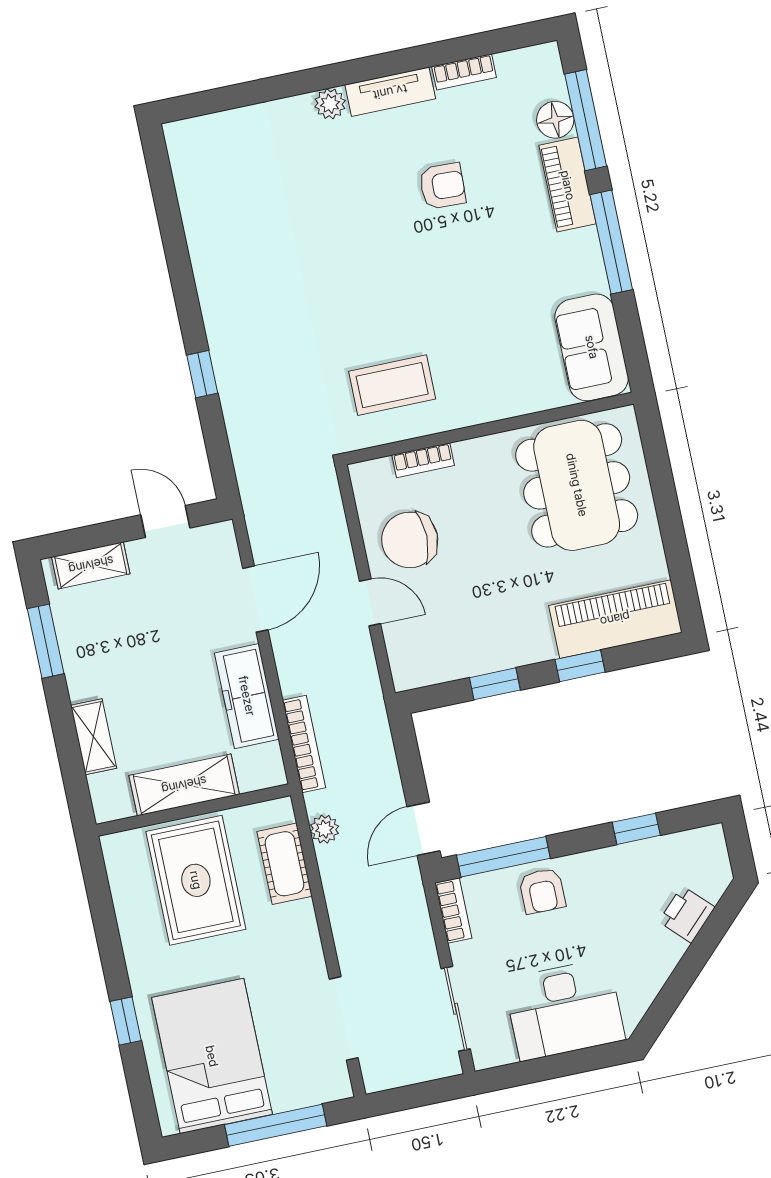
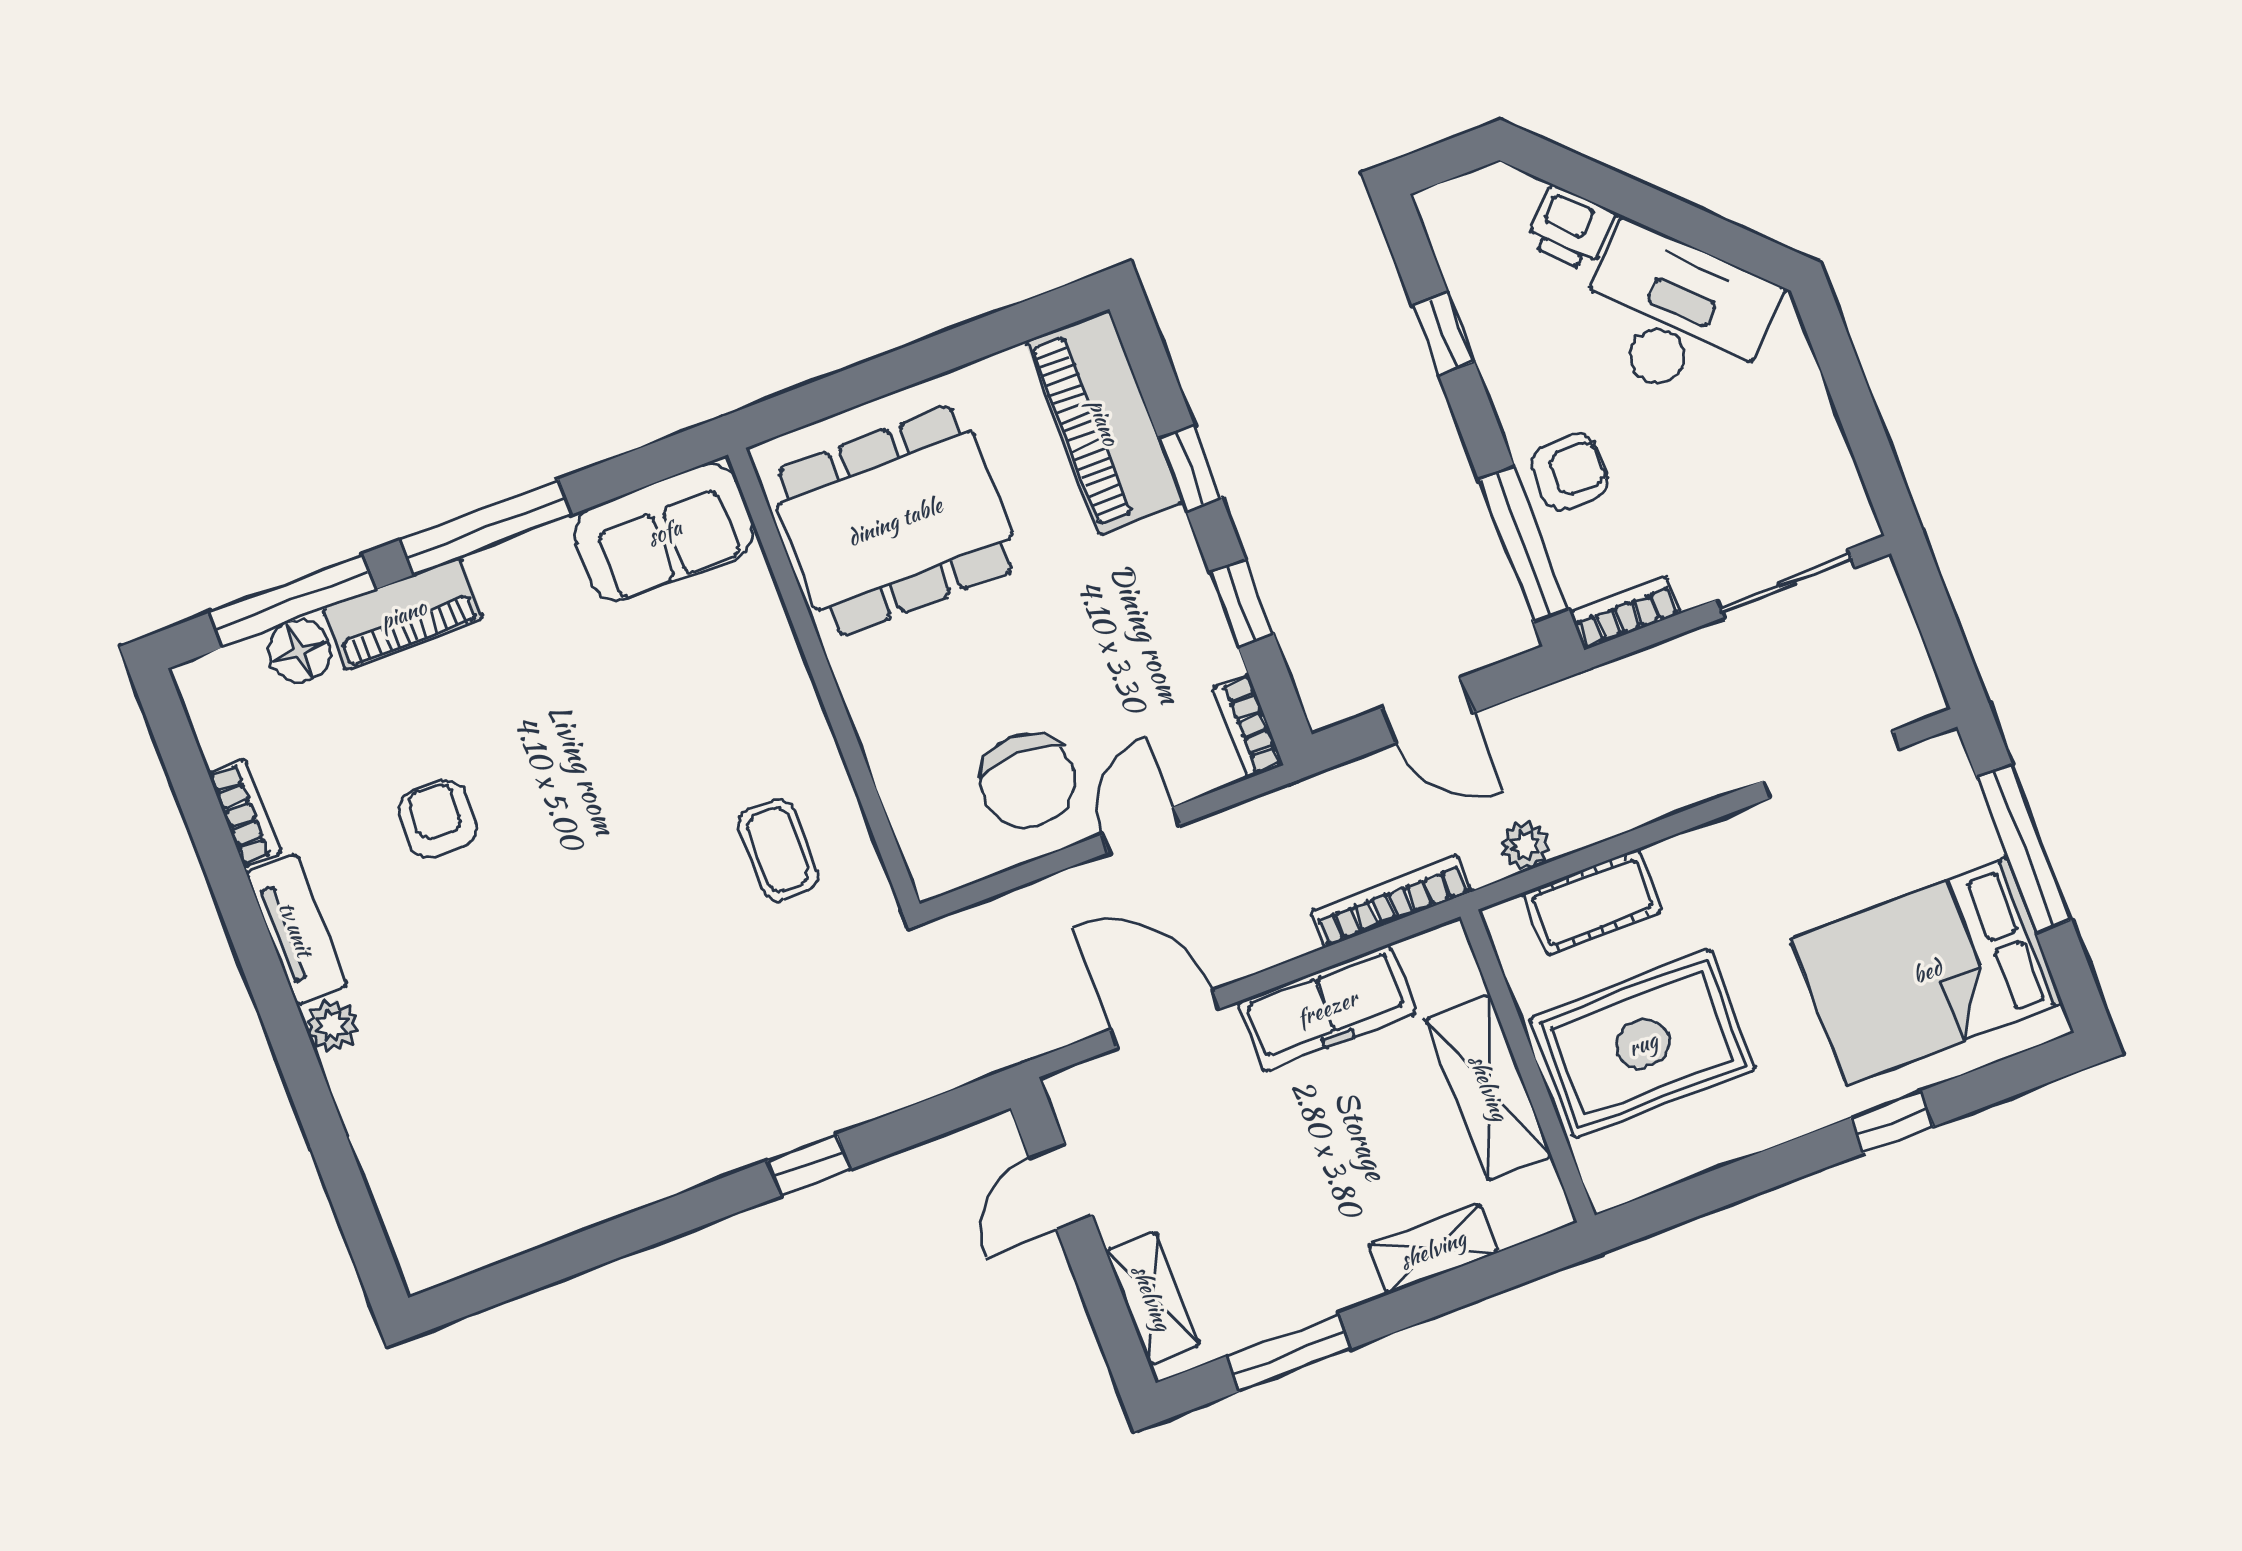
coffee table: (392, 385) -> (778, 850), width x0.73, depth x0.77
bookcase: (423, 460) -> (1248, 726), moved, turned 180
door: (423, 829) -> (1428, 710), moved
desk: (564, 1010) -> (1675, 316), moved, turned -45

